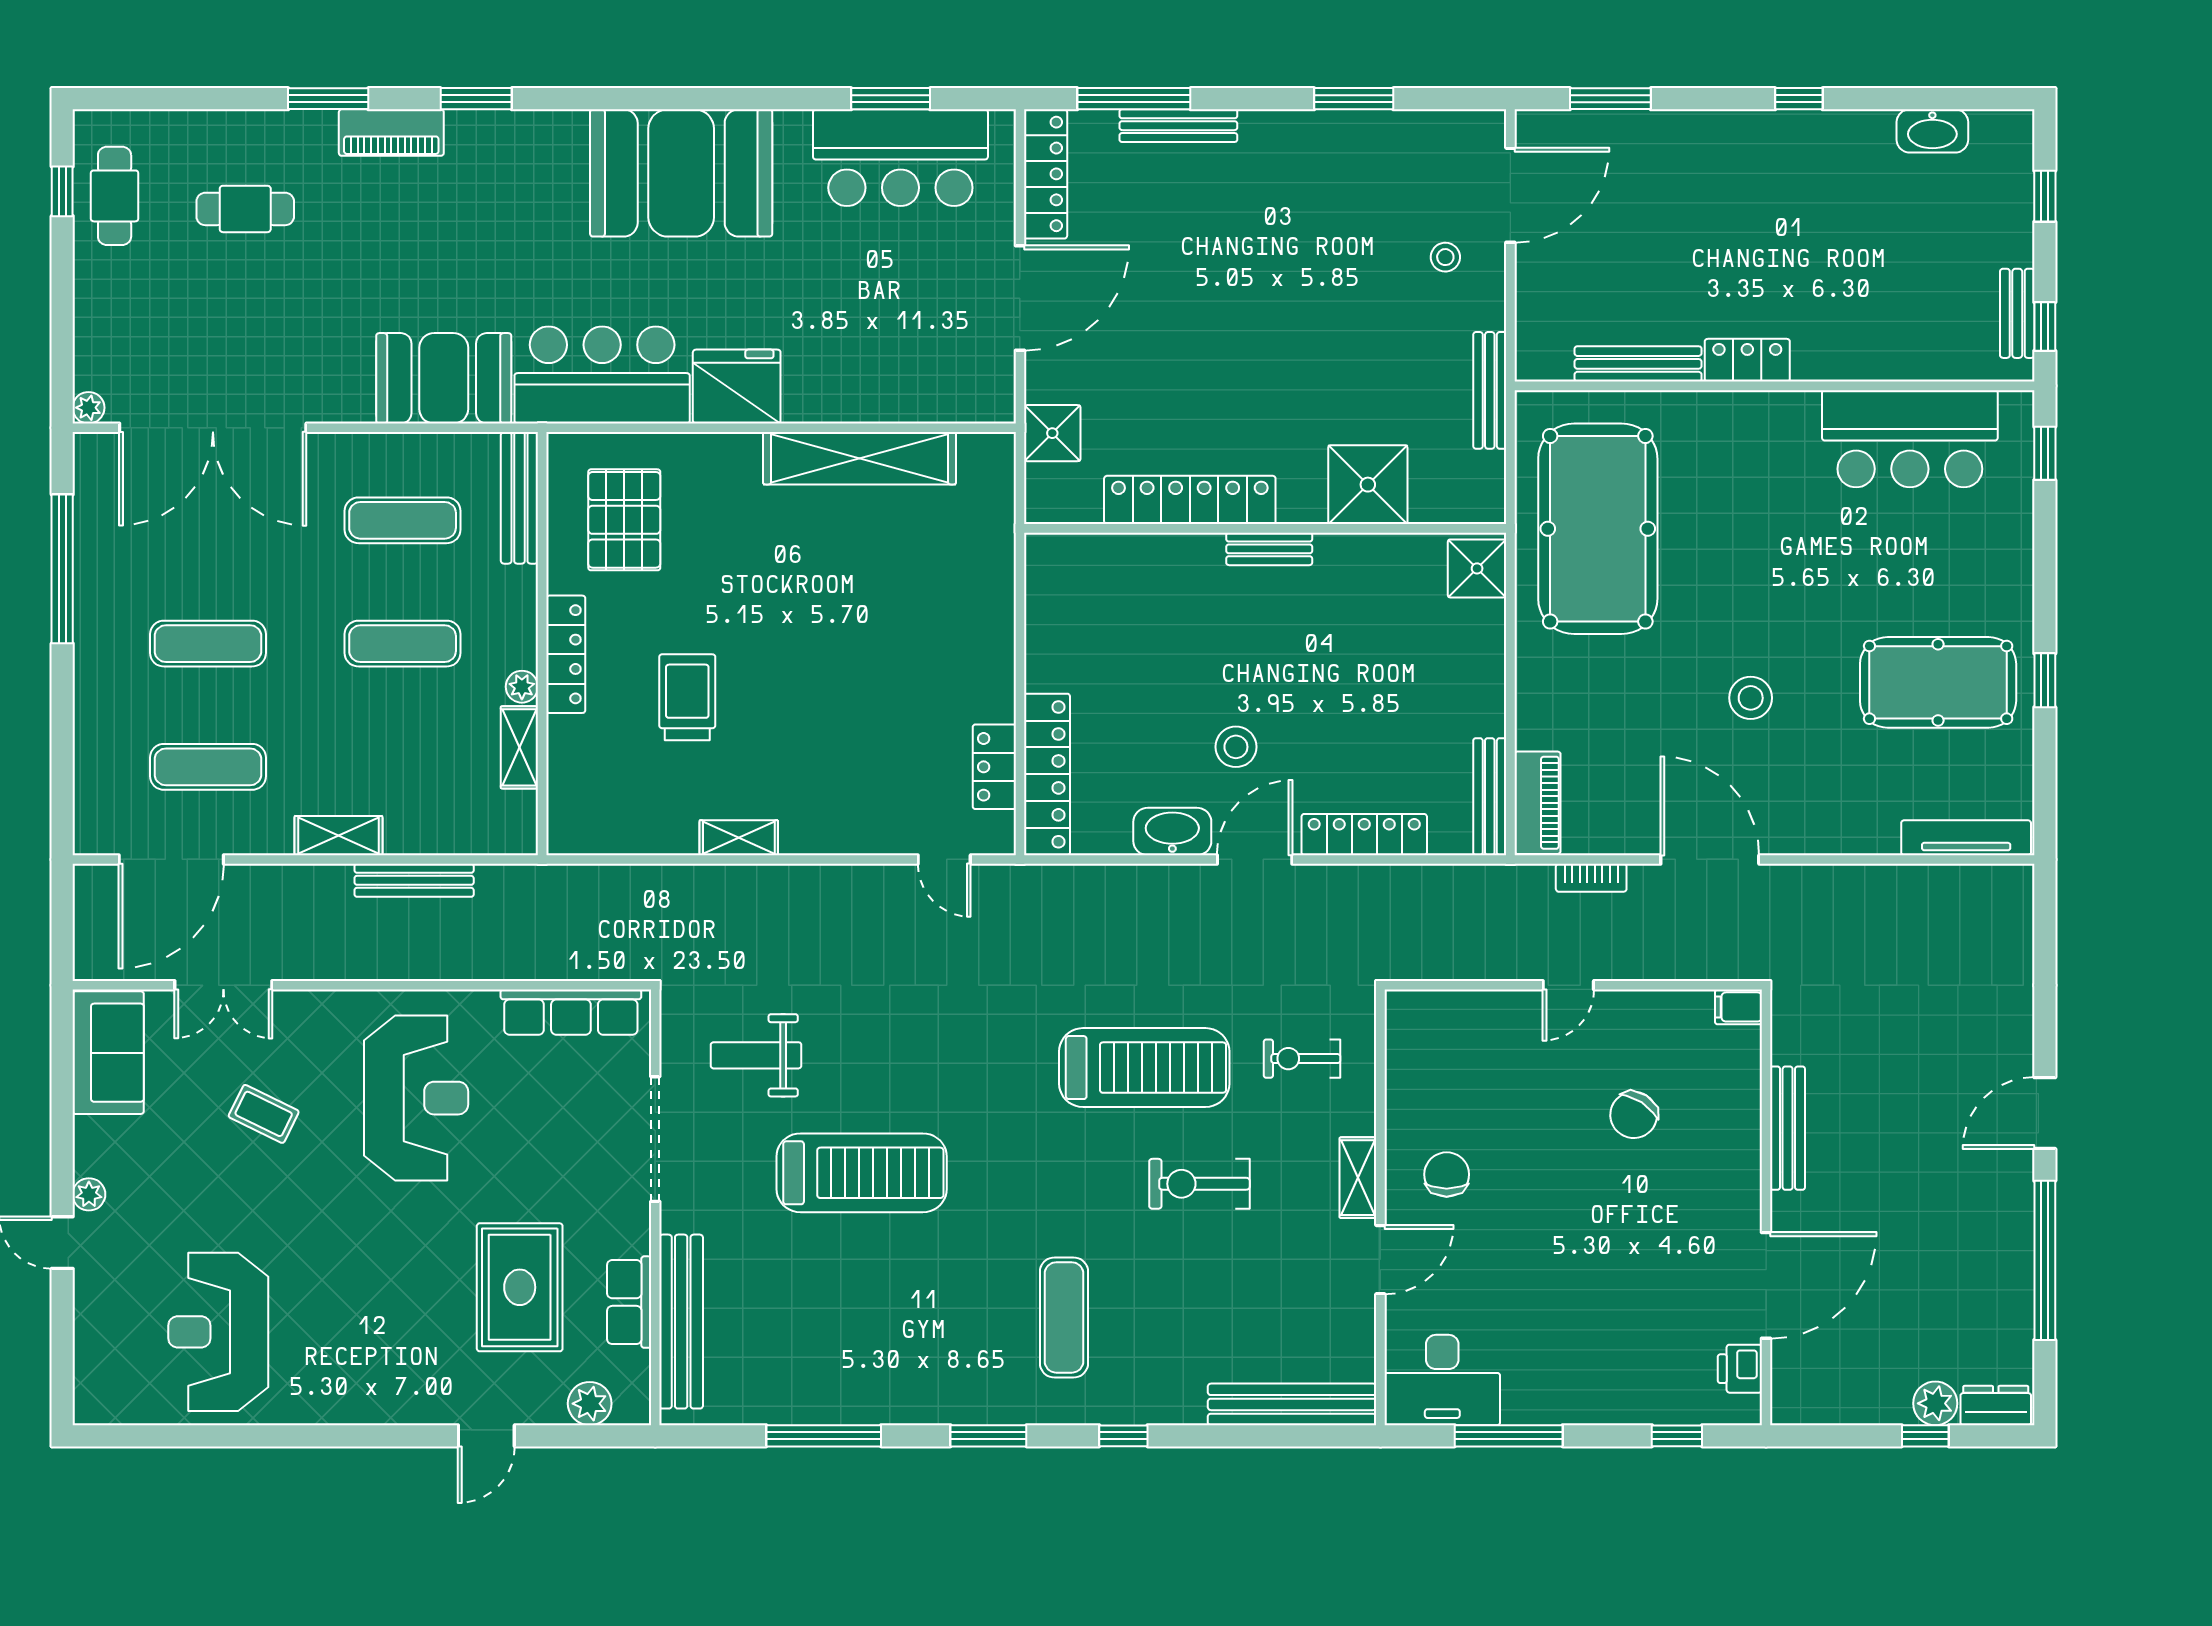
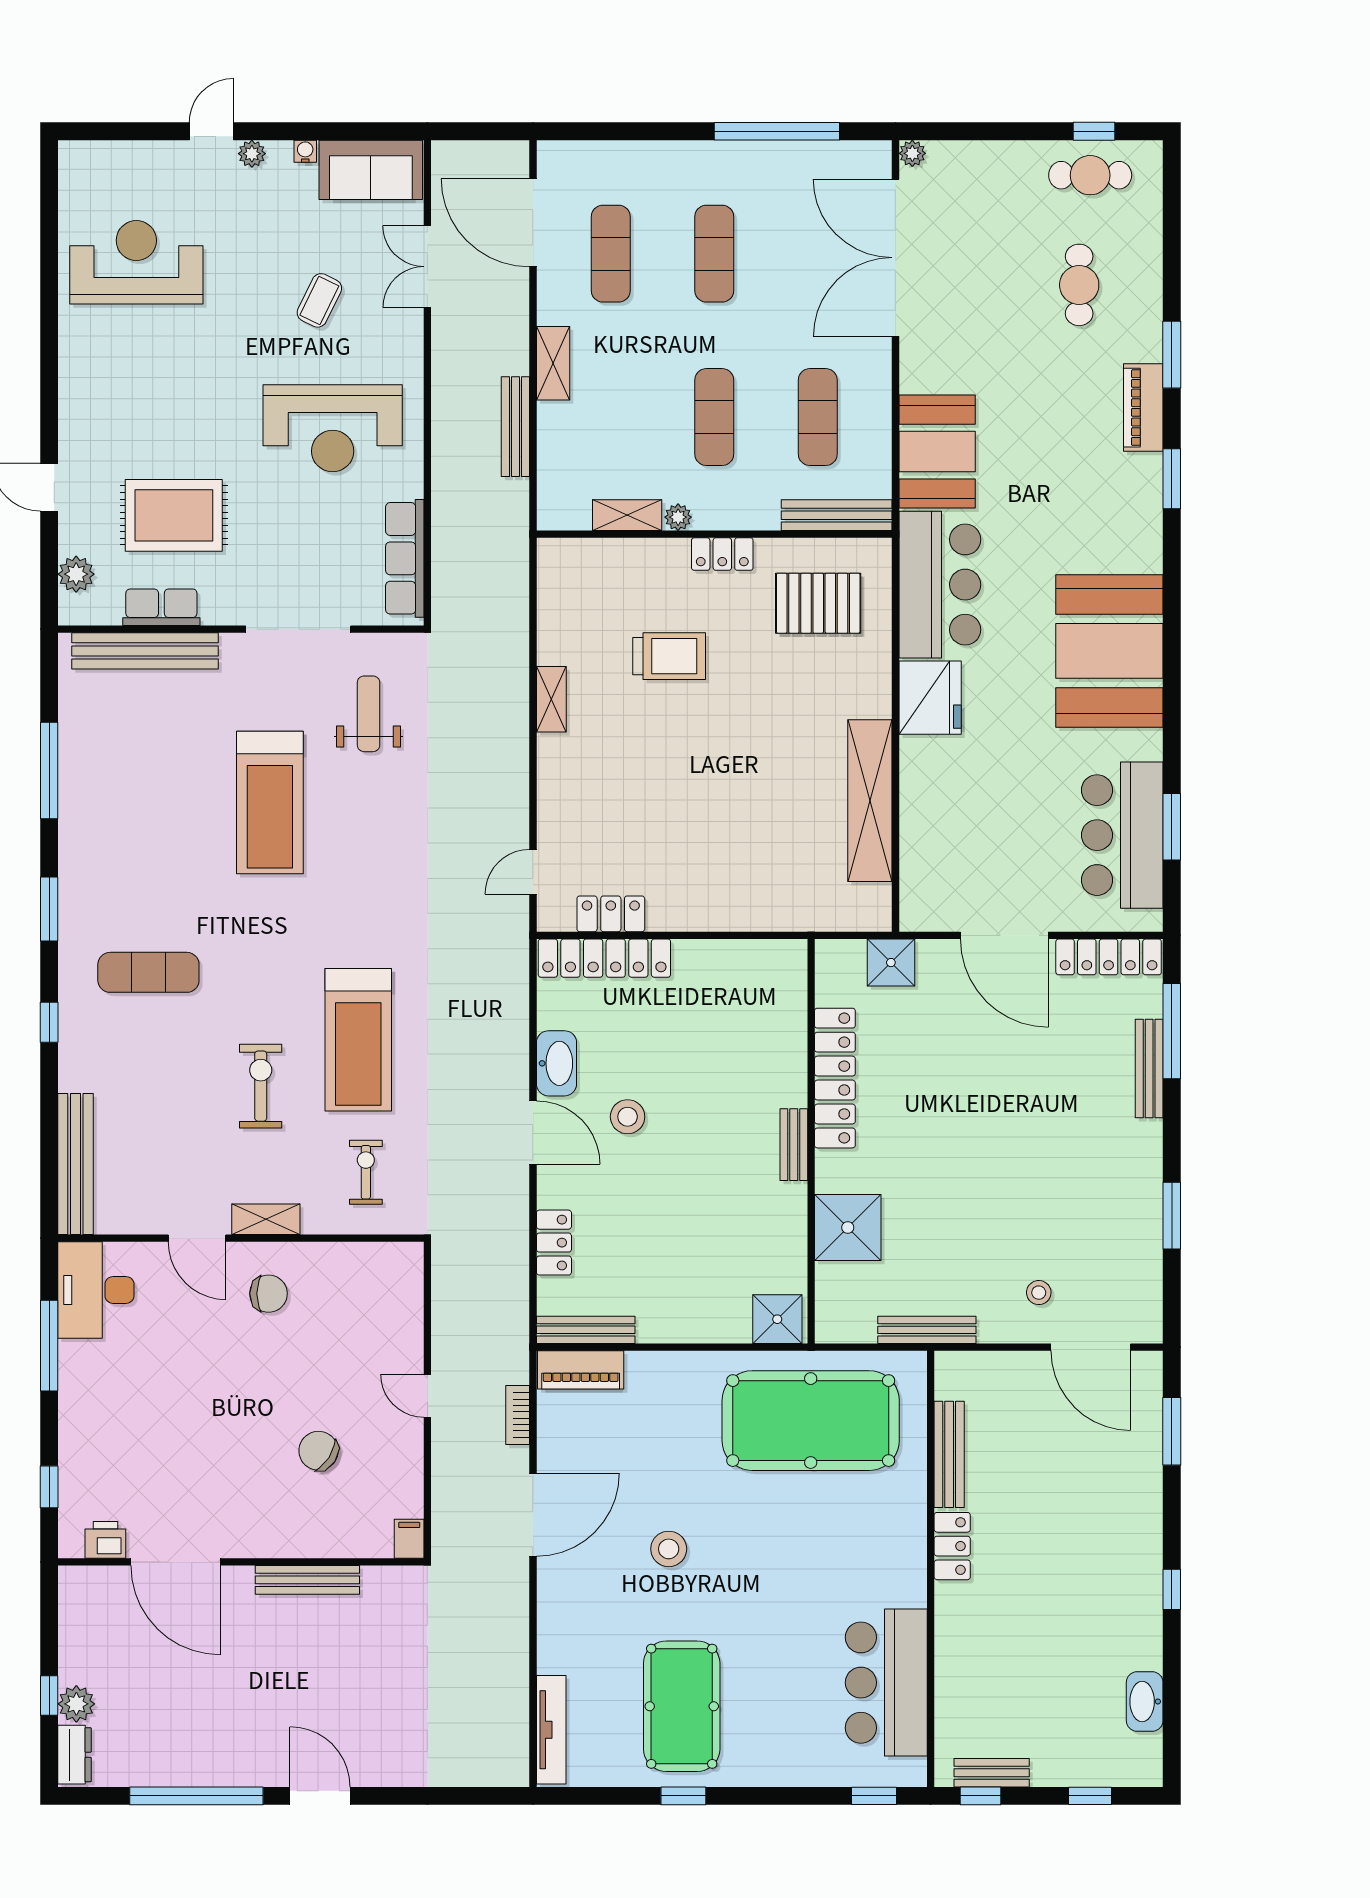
locker: (566, 654) -> (722, 554), width x0.66
locker: (1364, 835) -> (554, 1243), width x0.66
water cooler: (86, 1131) -> (305, 151), added

